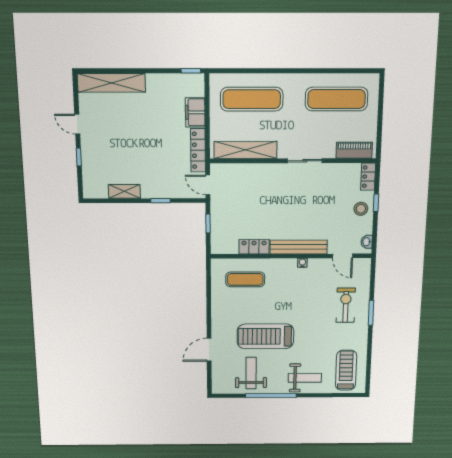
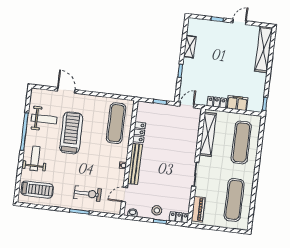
locker: (198, 150) -> (217, 102), width x0.66
exercise mat: (245, 279) -> (116, 123), width x1.36, depth x1.45
weight bench: (305, 378) -> (35, 158), turned 180

